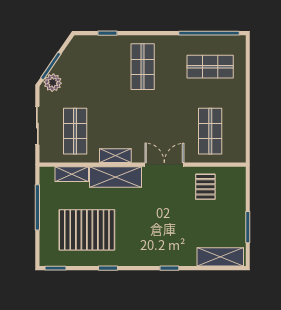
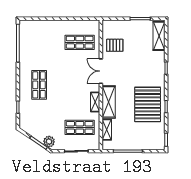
shop shelf: (143, 67) -> (39, 85), turned 90
shop shelf: (210, 67) -> (39, 42), removed
pallet: (87, 230) -> (148, 104), moved

